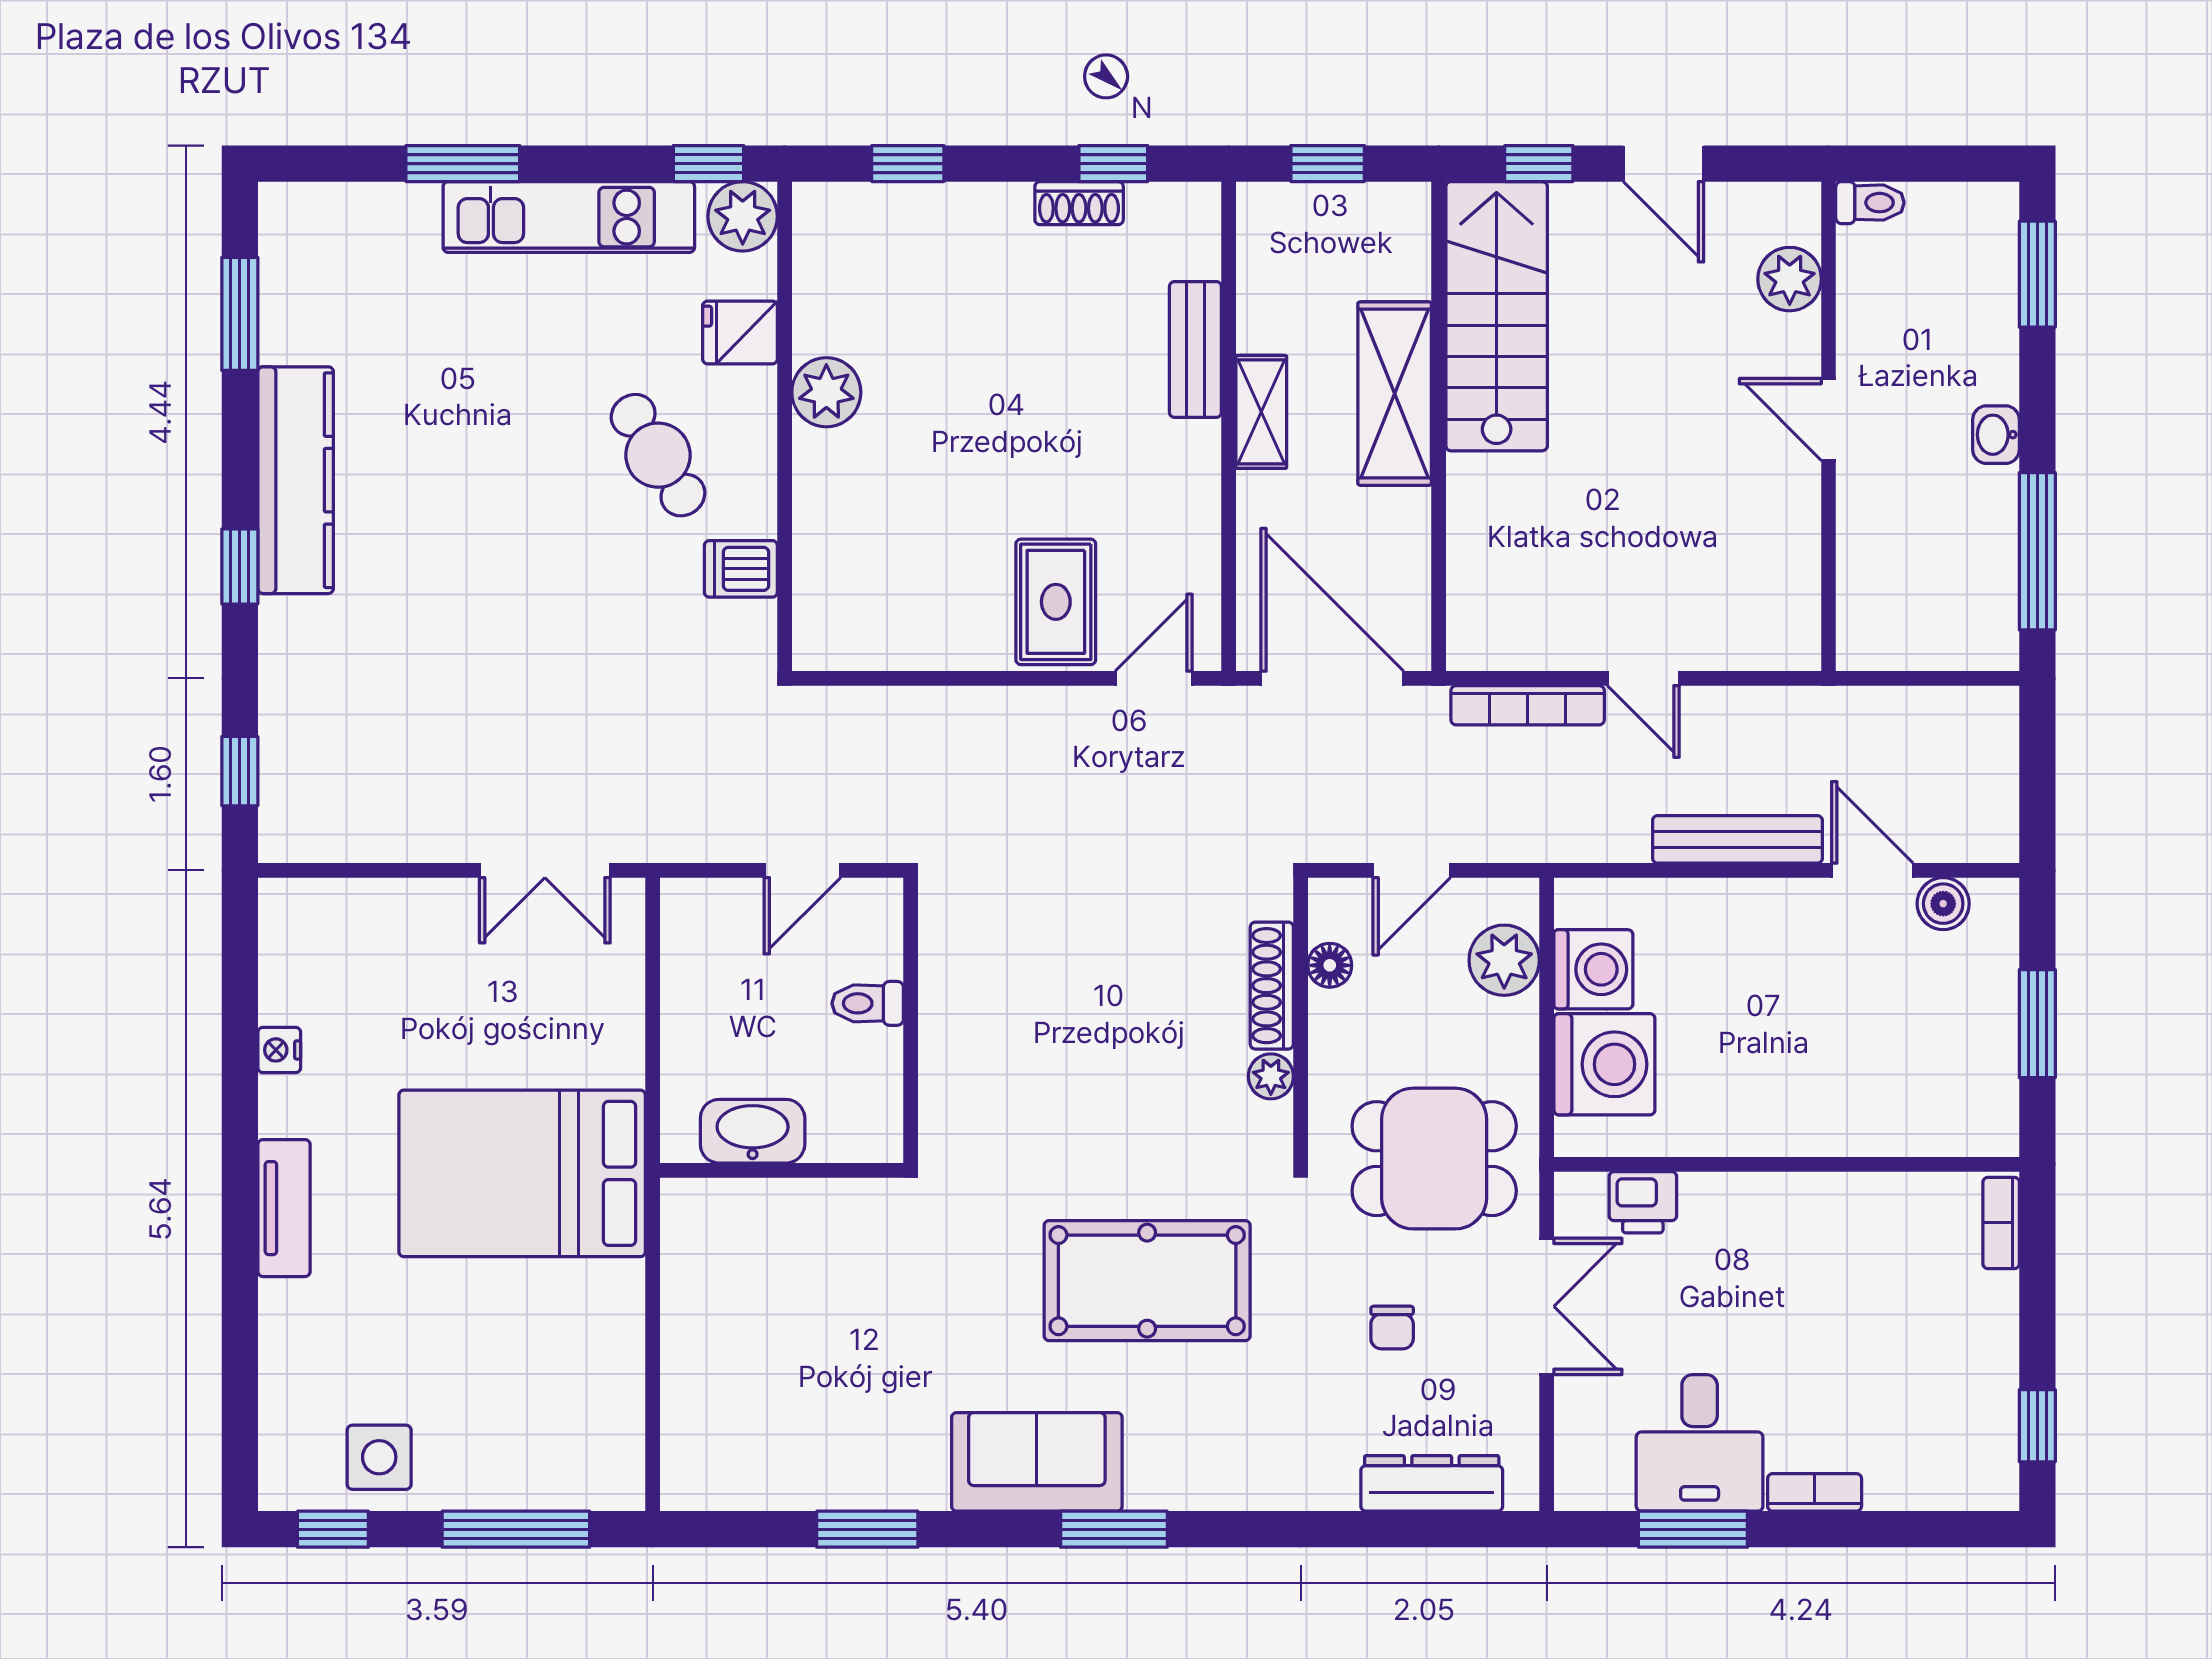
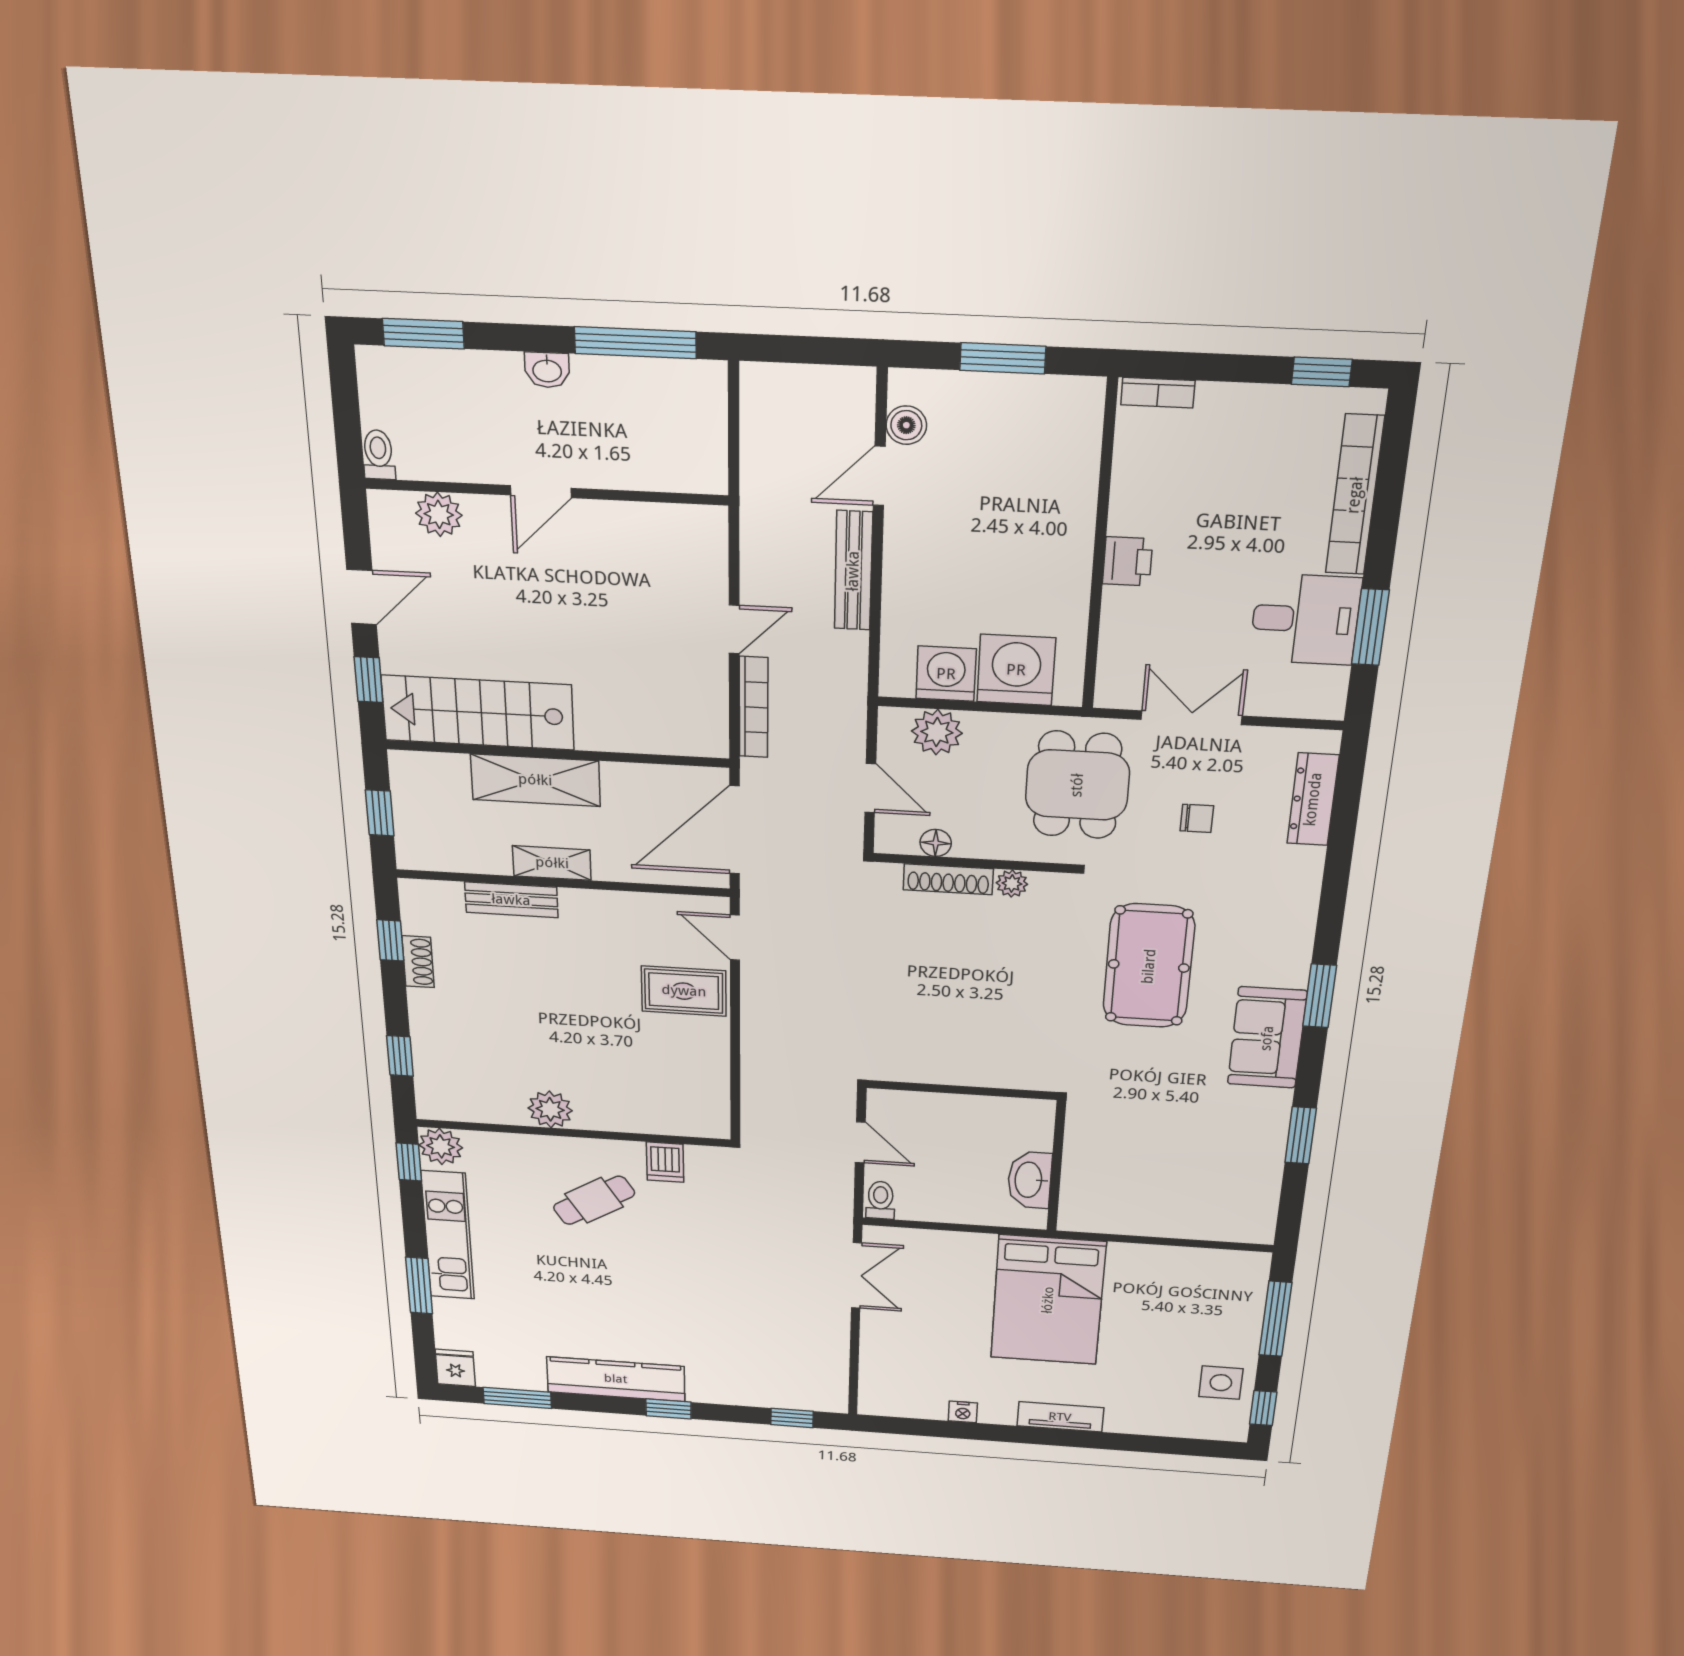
fridge: (740, 332) -> (455, 1368), moved, turned 180
toilet: (868, 1003) -> (880, 1200), moved, turned 180
printer: (1643, 1202) -> (1128, 561), moved
bookcase: (1815, 1492) -> (1355, 495), width x2.31, depth x1.31

